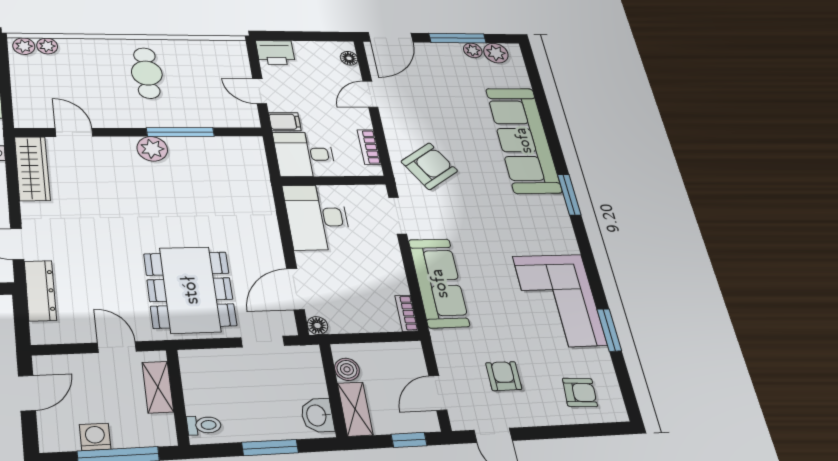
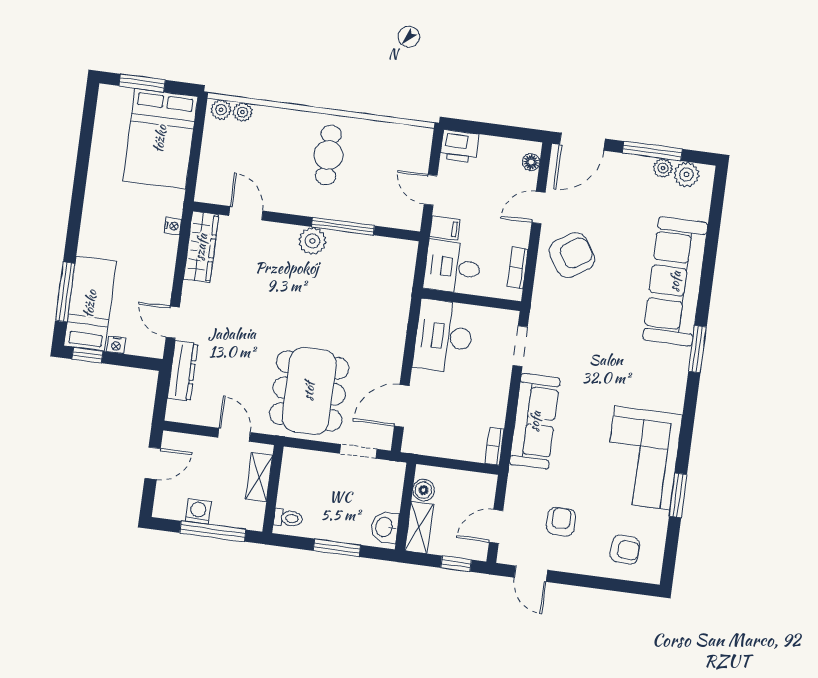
armchair: (429, 166) -> (572, 255), moved
floor lamp: (317, 326) -> (411, 444), removed

